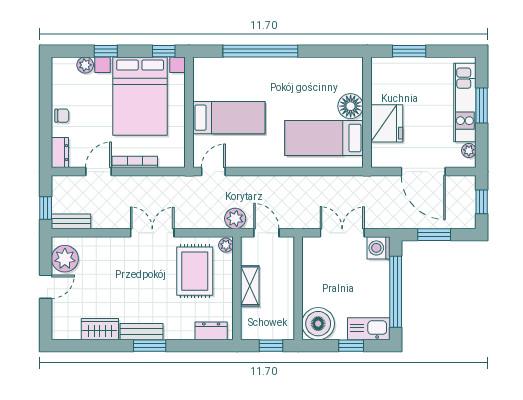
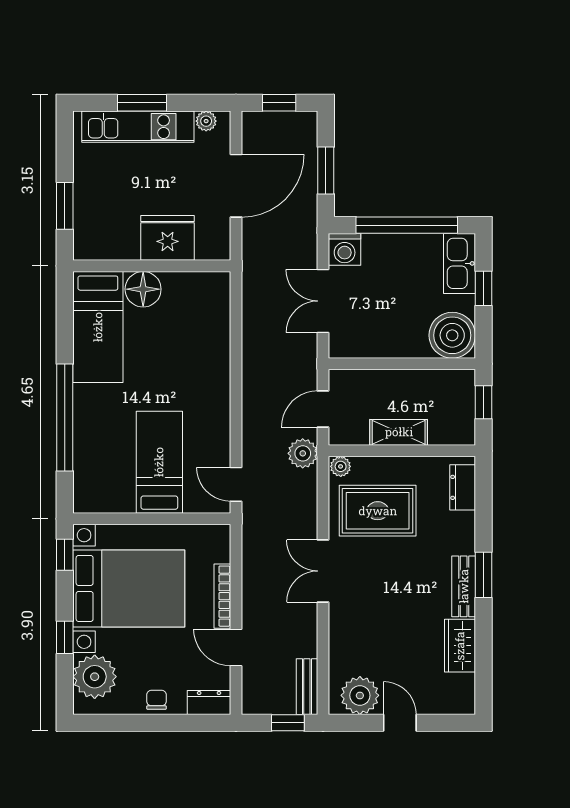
plant: (85, 65) -> (95, 677), width x1.88, depth x1.88
bed: (324, 138) -> (98, 327), moved

